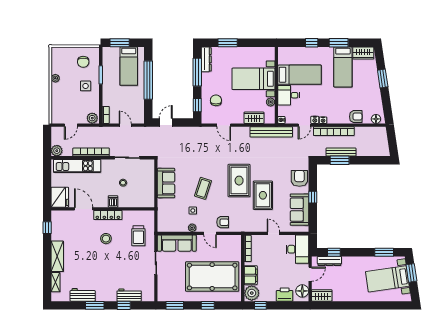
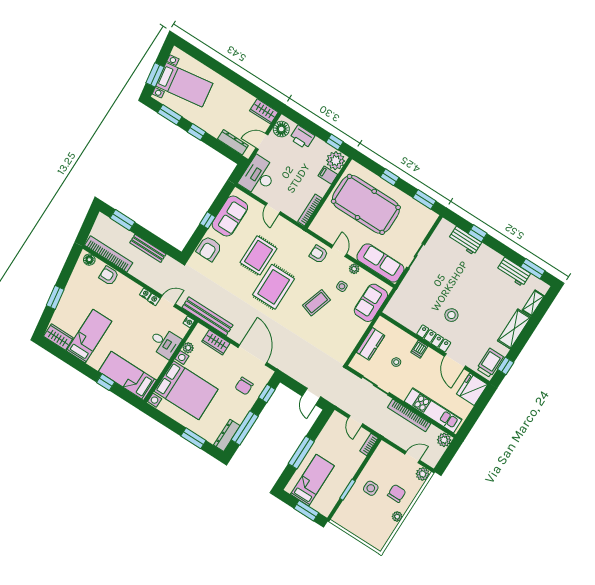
window: (339, 43) -> (77, 364), removed
chair: (83, 62) -> (397, 493), moved
bed: (300, 75) -> (127, 376), moved
bed with nightstands: (254, 79) -> (186, 390), width x1.36
window: (148, 80) -> (301, 452), width x0.68
plant: (92, 118) -> (423, 474), moved
door: (166, 122) -> (311, 396), hinge flipped
door: (224, 125) -> (252, 355), width x1.88
bookcase: (334, 131) -> (109, 254), moved
window: (340, 160) -> (122, 220), moved
sofa: (166, 183) -> (371, 303), moved
kitchen counter: (148, 184) -> (371, 344), added
trolley: (138, 236) -> (490, 363), moved
window: (334, 252) -> (197, 132), moved
filing cabinet: (251, 275) -> (328, 175), width x0.50
window: (95, 305) -> (533, 269), moved

